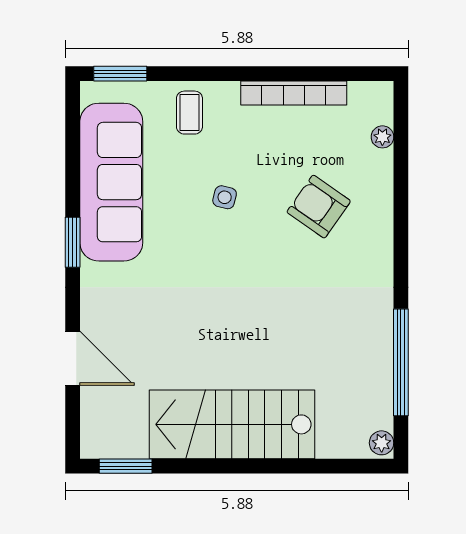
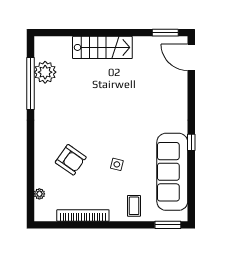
window: (73, 242) -> (191, 142), width x0.67
door: (73, 358) -> (191, 57), moved
stairs: (232, 424) -> (102, 47), width x0.73, depth x0.66
plant: (382, 443) -> (45, 72), moved, width x1.88, depth x1.88

